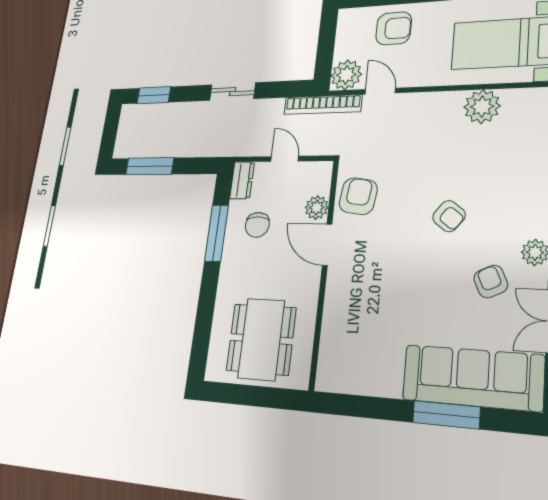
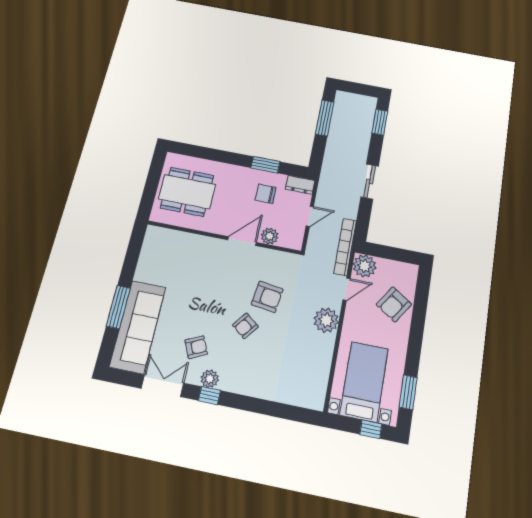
armchair: (394, 28) -> (394, 304), turned 33
plant: (482, 107) -> (326, 320), moved
armchair: (358, 196) -> (267, 297), moved
window: (217, 233) -> (265, 165), width x0.69

